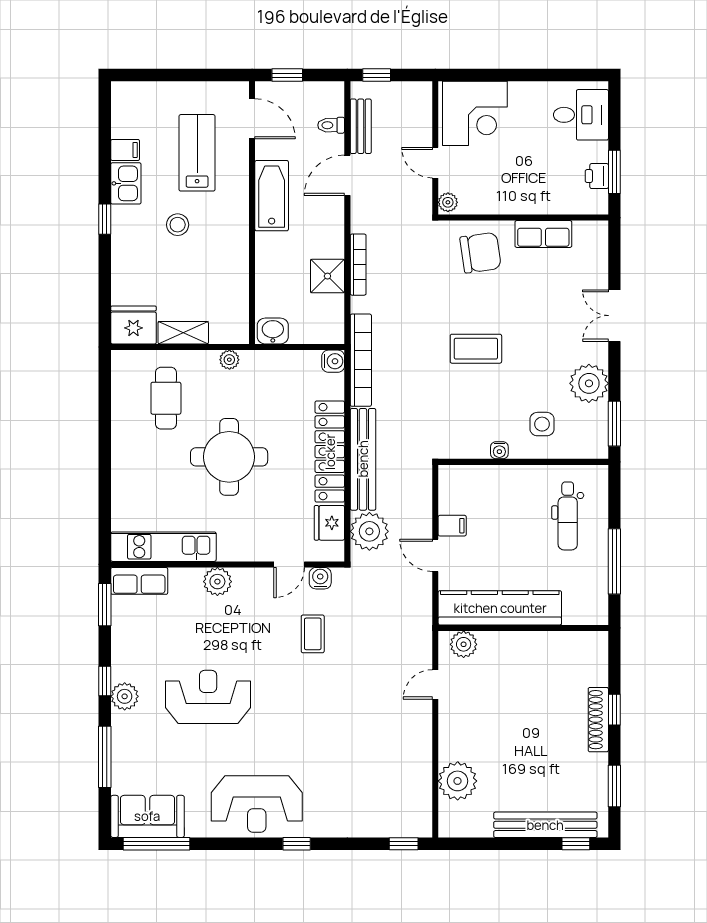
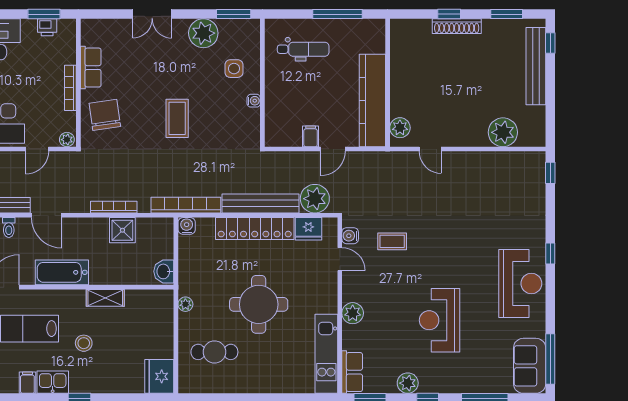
bookcase: (516, 207) -> (70, 88), added
shelving: (183, 333) -> (105, 298), moved, turned 90
plant: (125, 696) -> (408, 383), moved

